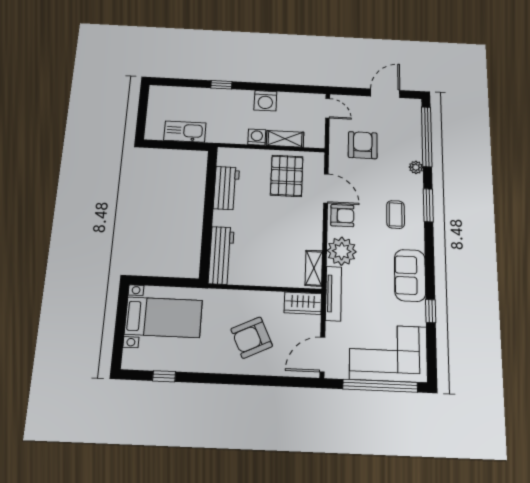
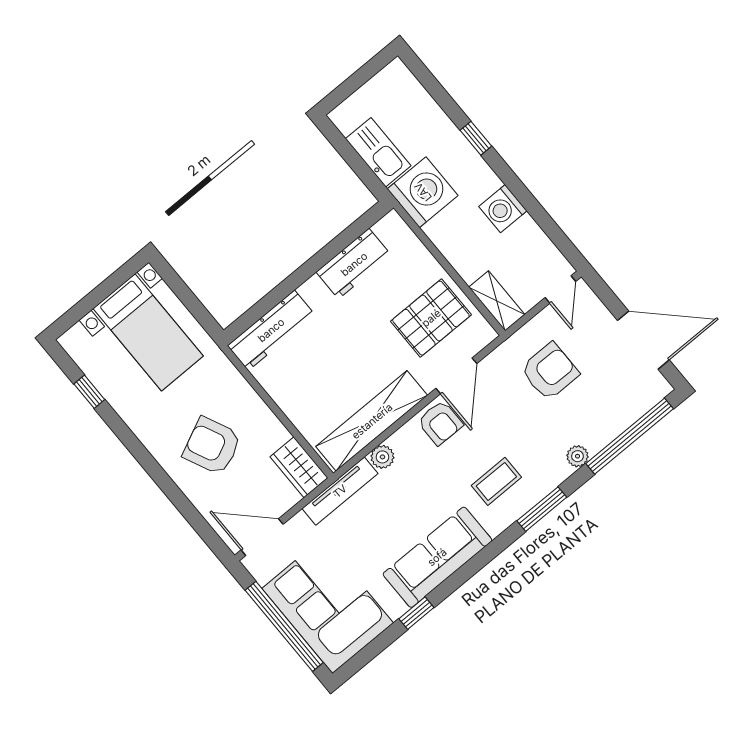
door: (385, 93) -> (643, 340), width x1.36
washing machine: (257, 137) -> (423, 192), moved, width x1.89, depth x1.89
shelving: (285, 139) -> (497, 301), moved
plant: (342, 251) -> (382, 457), width x0.53, depth x0.53
shelving: (314, 268) -> (372, 421), width x2.20, depth x1.33
sofa: (410, 275) -> (437, 557), width x1.36

